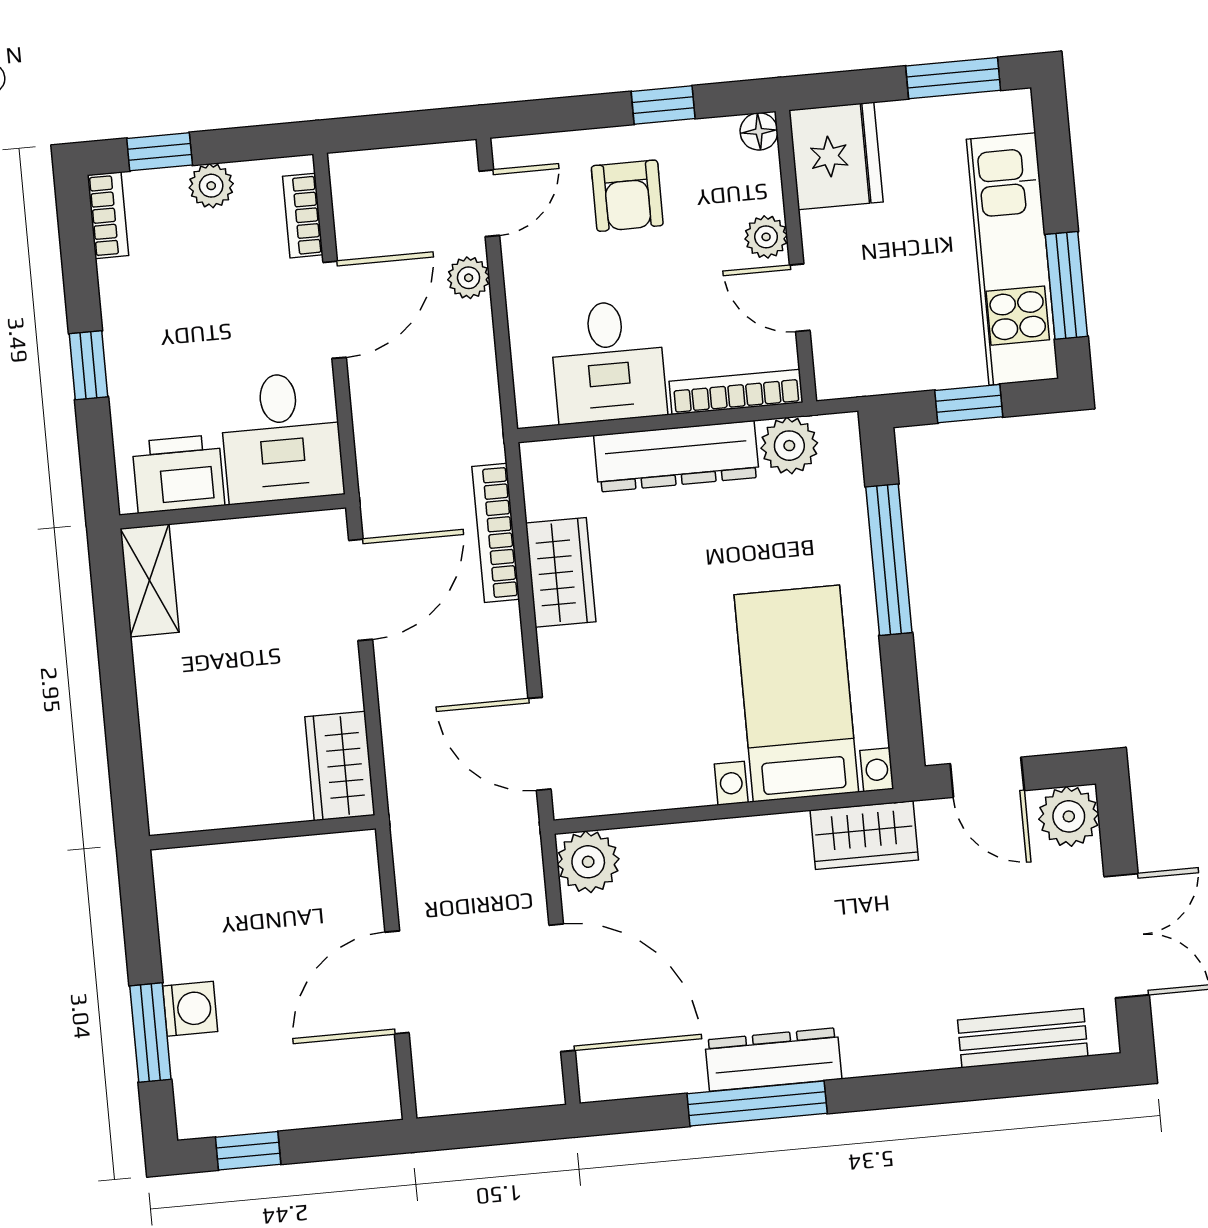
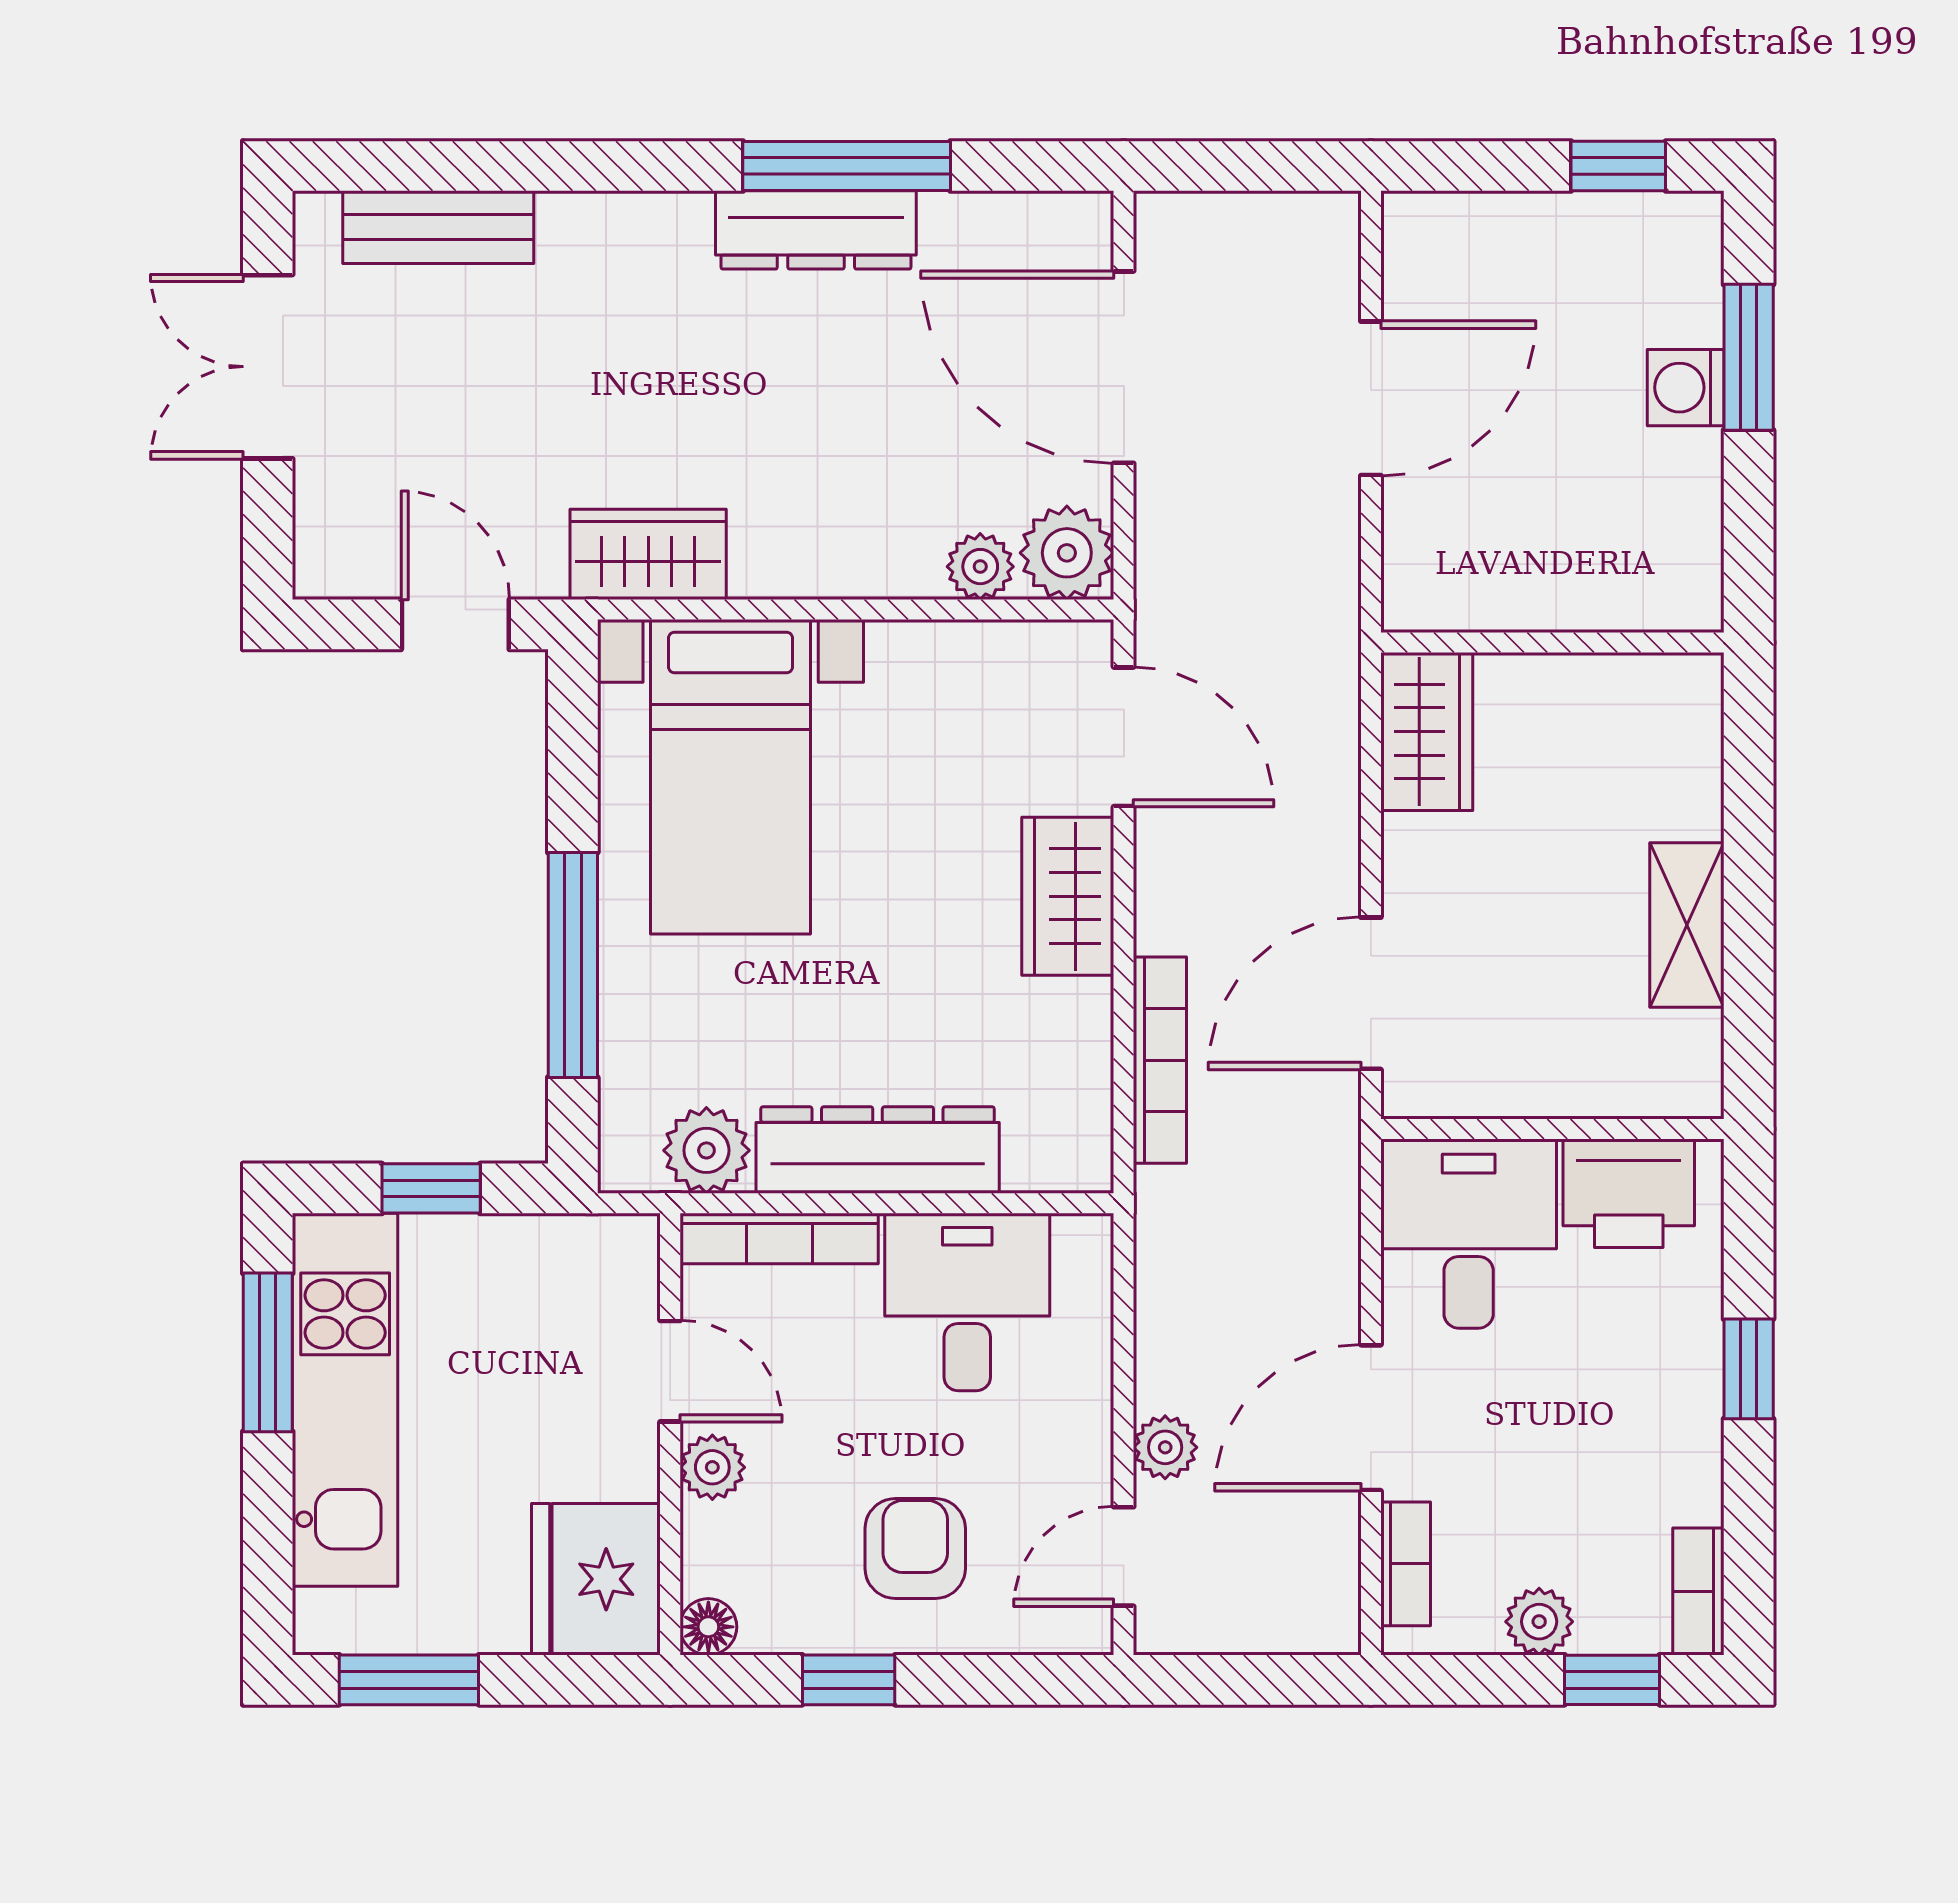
wardrobe: (561, 572) -> (1068, 896), moved
shelving: (150, 580) -> (1687, 925), moved
plant: (1069, 816) -> (980, 567), moved, width x0.73, depth x0.73

